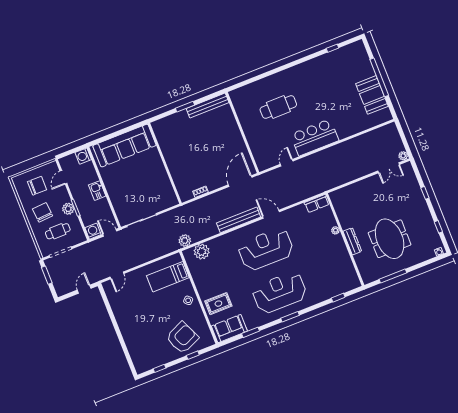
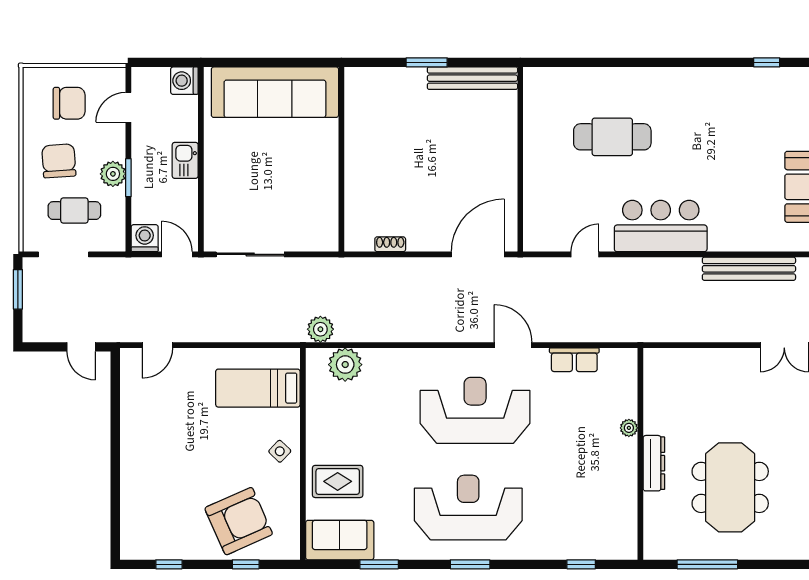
row of seats: (317, 204) -> (574, 360), moved
bench: (239, 220) -> (749, 269), moved
door: (84, 289) -> (81, 347), swing flipped

